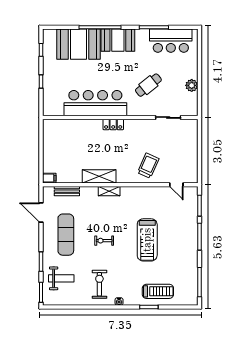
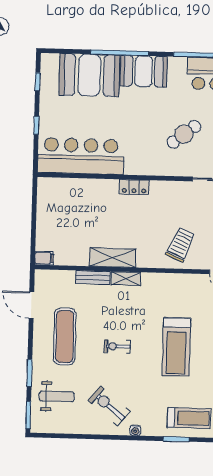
bar counter: (95, 103) -> (81, 156), moved
bench: (67, 191) -> (93, 277), moved
exercise bike: (99, 284) -> (109, 406), turned -51

